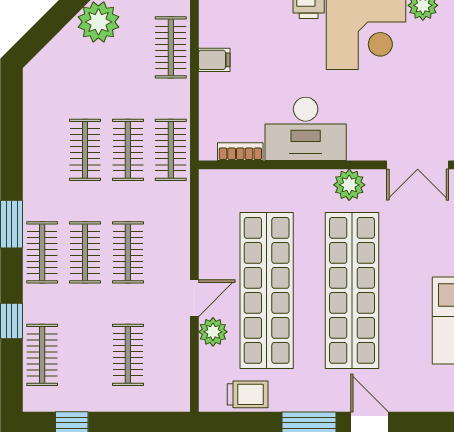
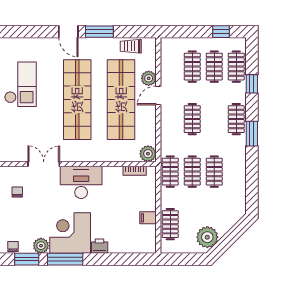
desk: (306, 129) -> (81, 182), moved
plant: (349, 185) -> (148, 154), moved
clothes rail: (85, 252) -> (214, 67), moved

